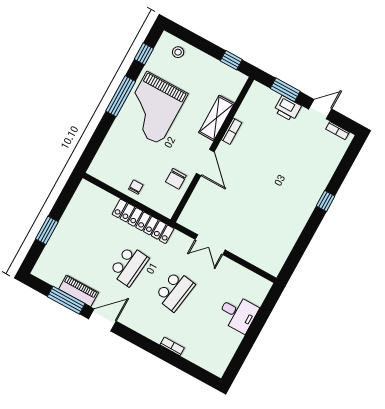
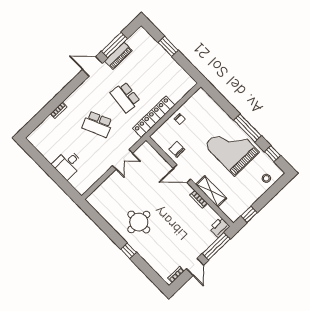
window: (285, 90) -> (216, 246), width x1.44
printer: (288, 108) -> (220, 227), moved
round table: (284, 199) -> (139, 222), added
double door: (210, 245) -> (123, 159), swing flipped
school desk: (175, 291) -> (97, 124), turned -33
door: (102, 320) -> (92, 66), swing flipped

